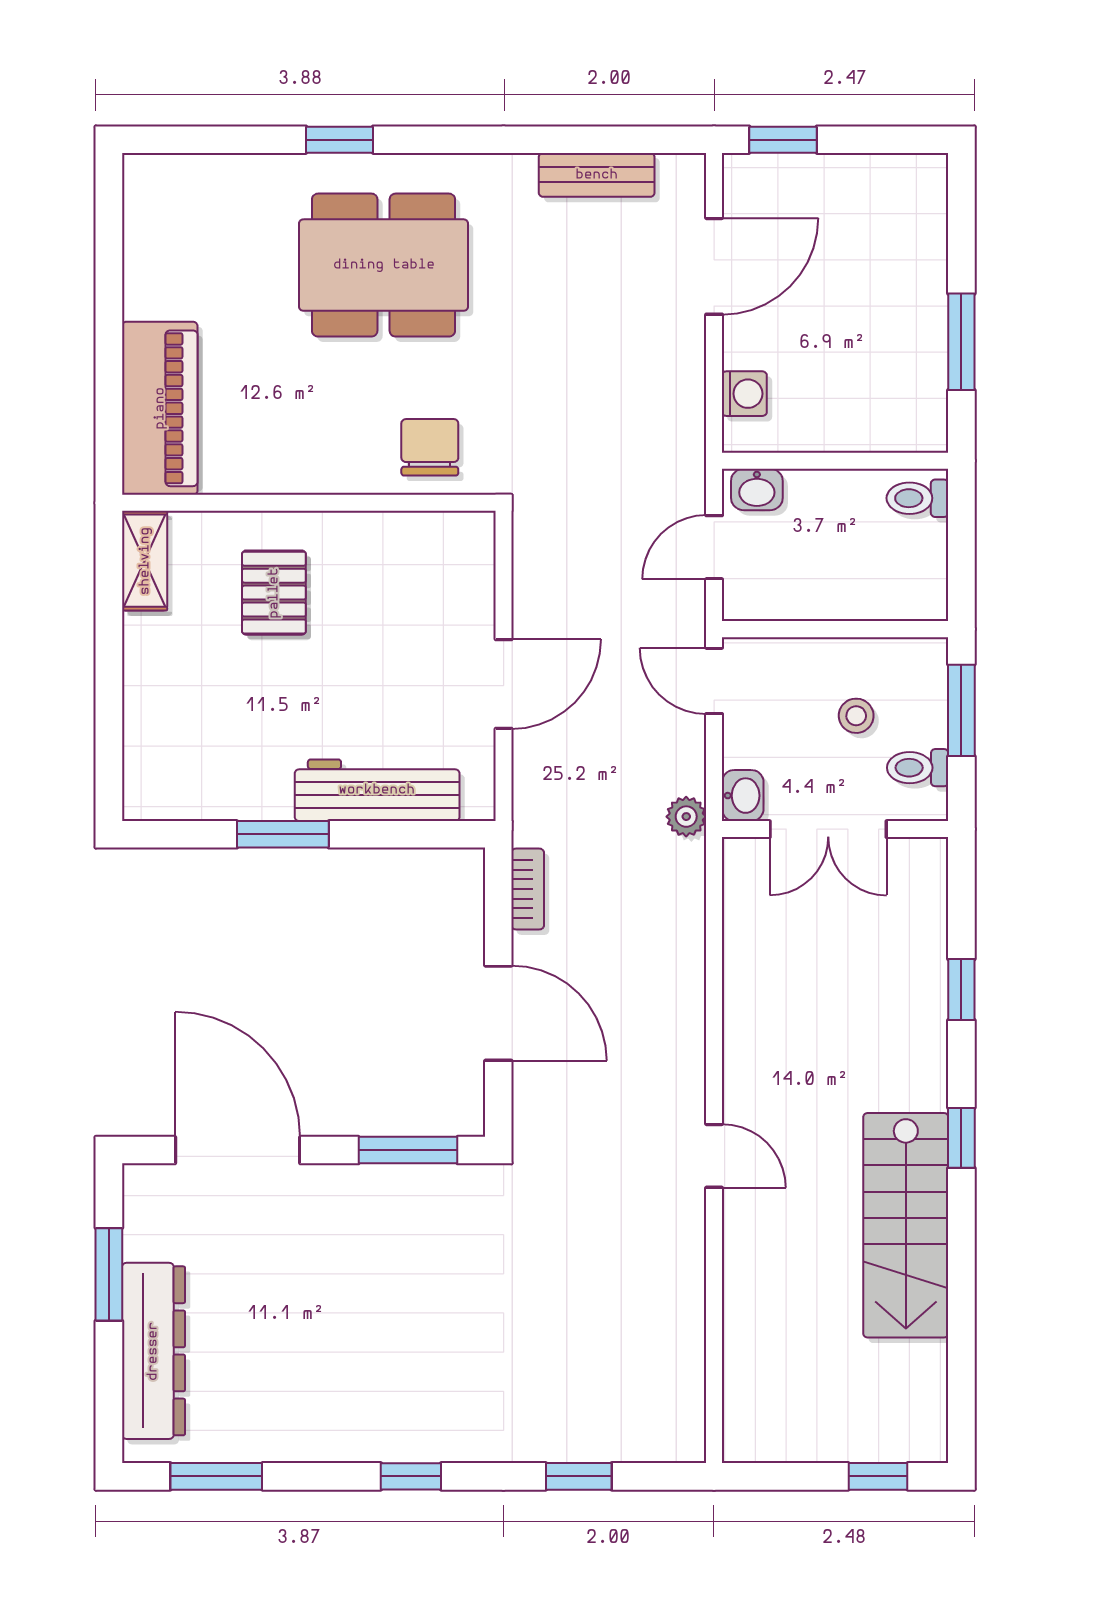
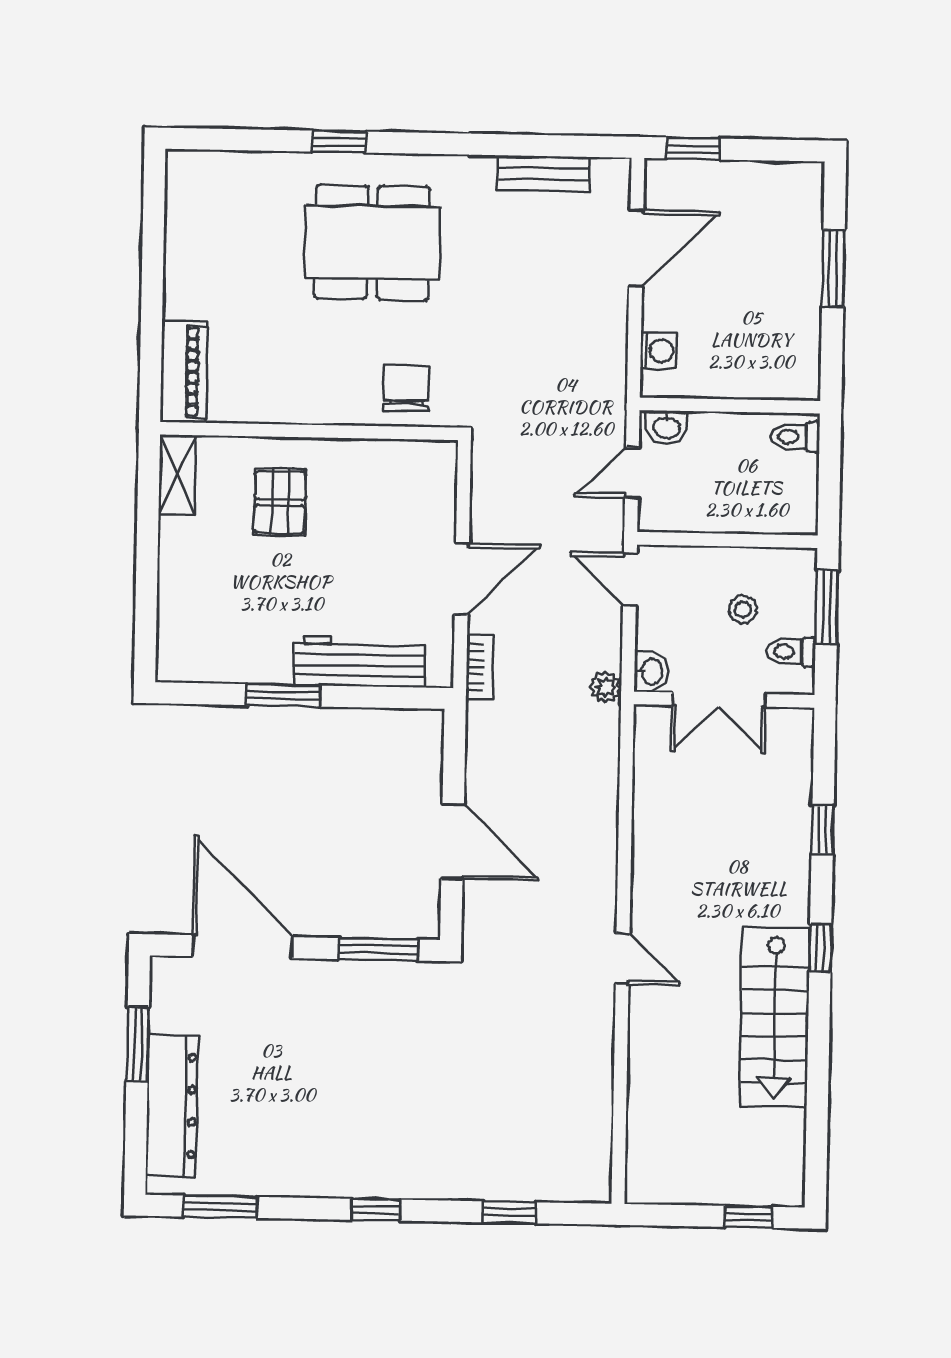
window: (961, 342) -> (833, 268), moved
piano: (160, 408) -> (184, 372), width x0.73, depth x0.75
bookcase: (528, 889) -> (479, 667), moved

